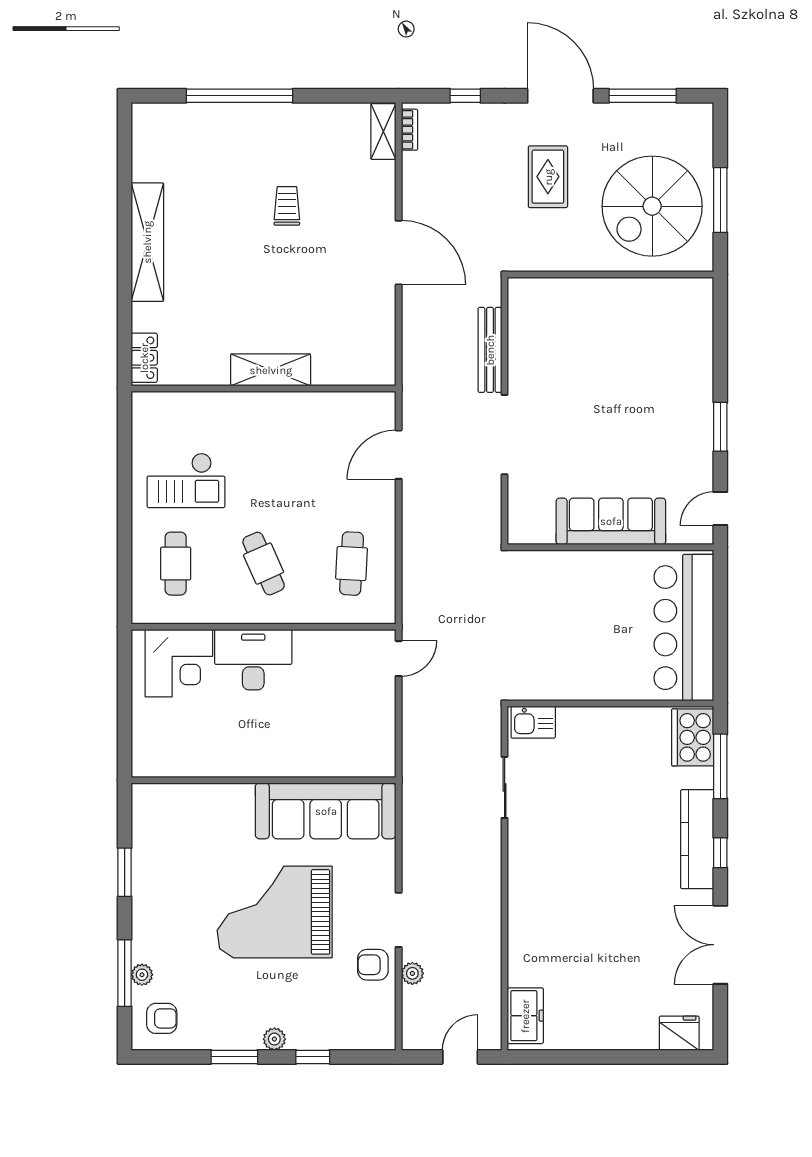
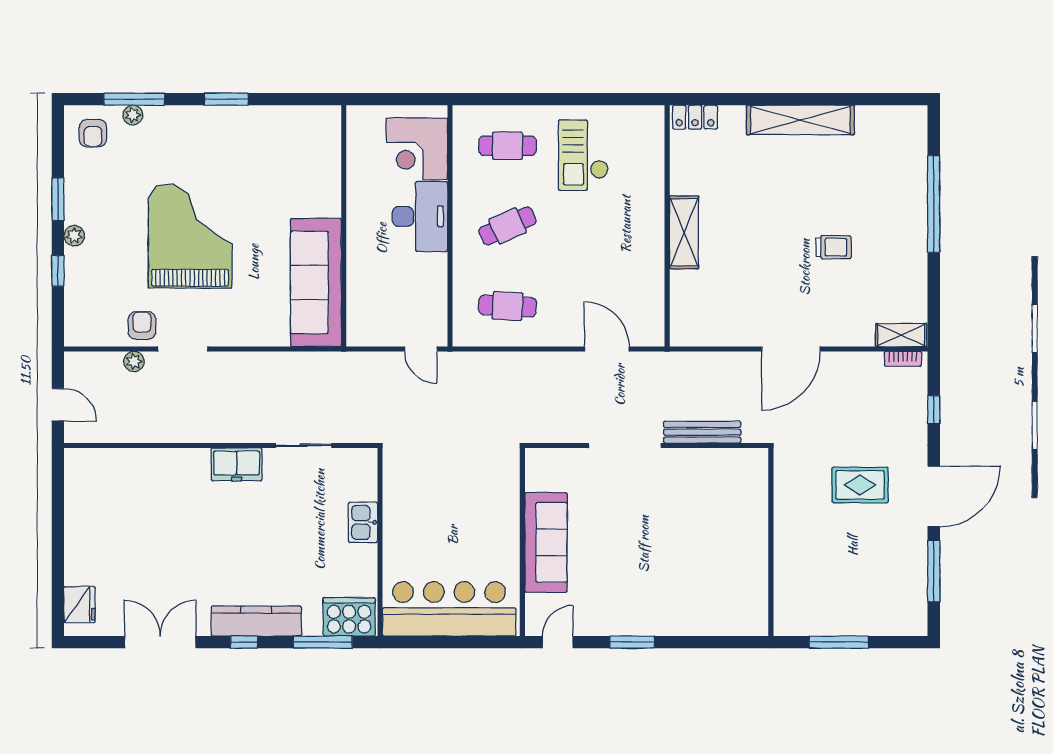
spiral stairs: (652, 206) -> (833, 580), removed
door: (720, 509) -> (558, 642), hinge flipped
kitchen sink: (533, 722) -> (363, 522), moved
wall: (264, 780) -> (344, 226), moved
sofa: (326, 811) -> (316, 282), moved
freezer: (525, 1016) -> (237, 464), moved

